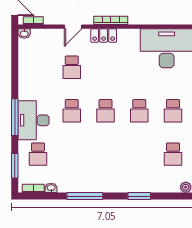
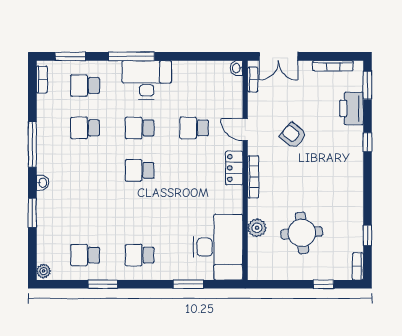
plant: (151, 17) -> (257, 228), added
school desk: (139, 111) -> (85, 128), moved
desk: (34, 120) -> (147, 80), moved
washbasin: (51, 188) -> (43, 183), moved

